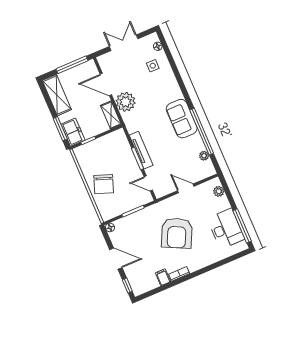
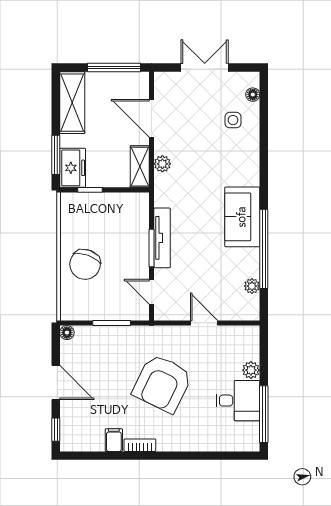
plant: (126, 102) -> (162, 164), width x0.53, depth x0.53
plant: (219, 191) -> (251, 370), moved
desk: (226, 229) -> (238, 401), width x0.73

